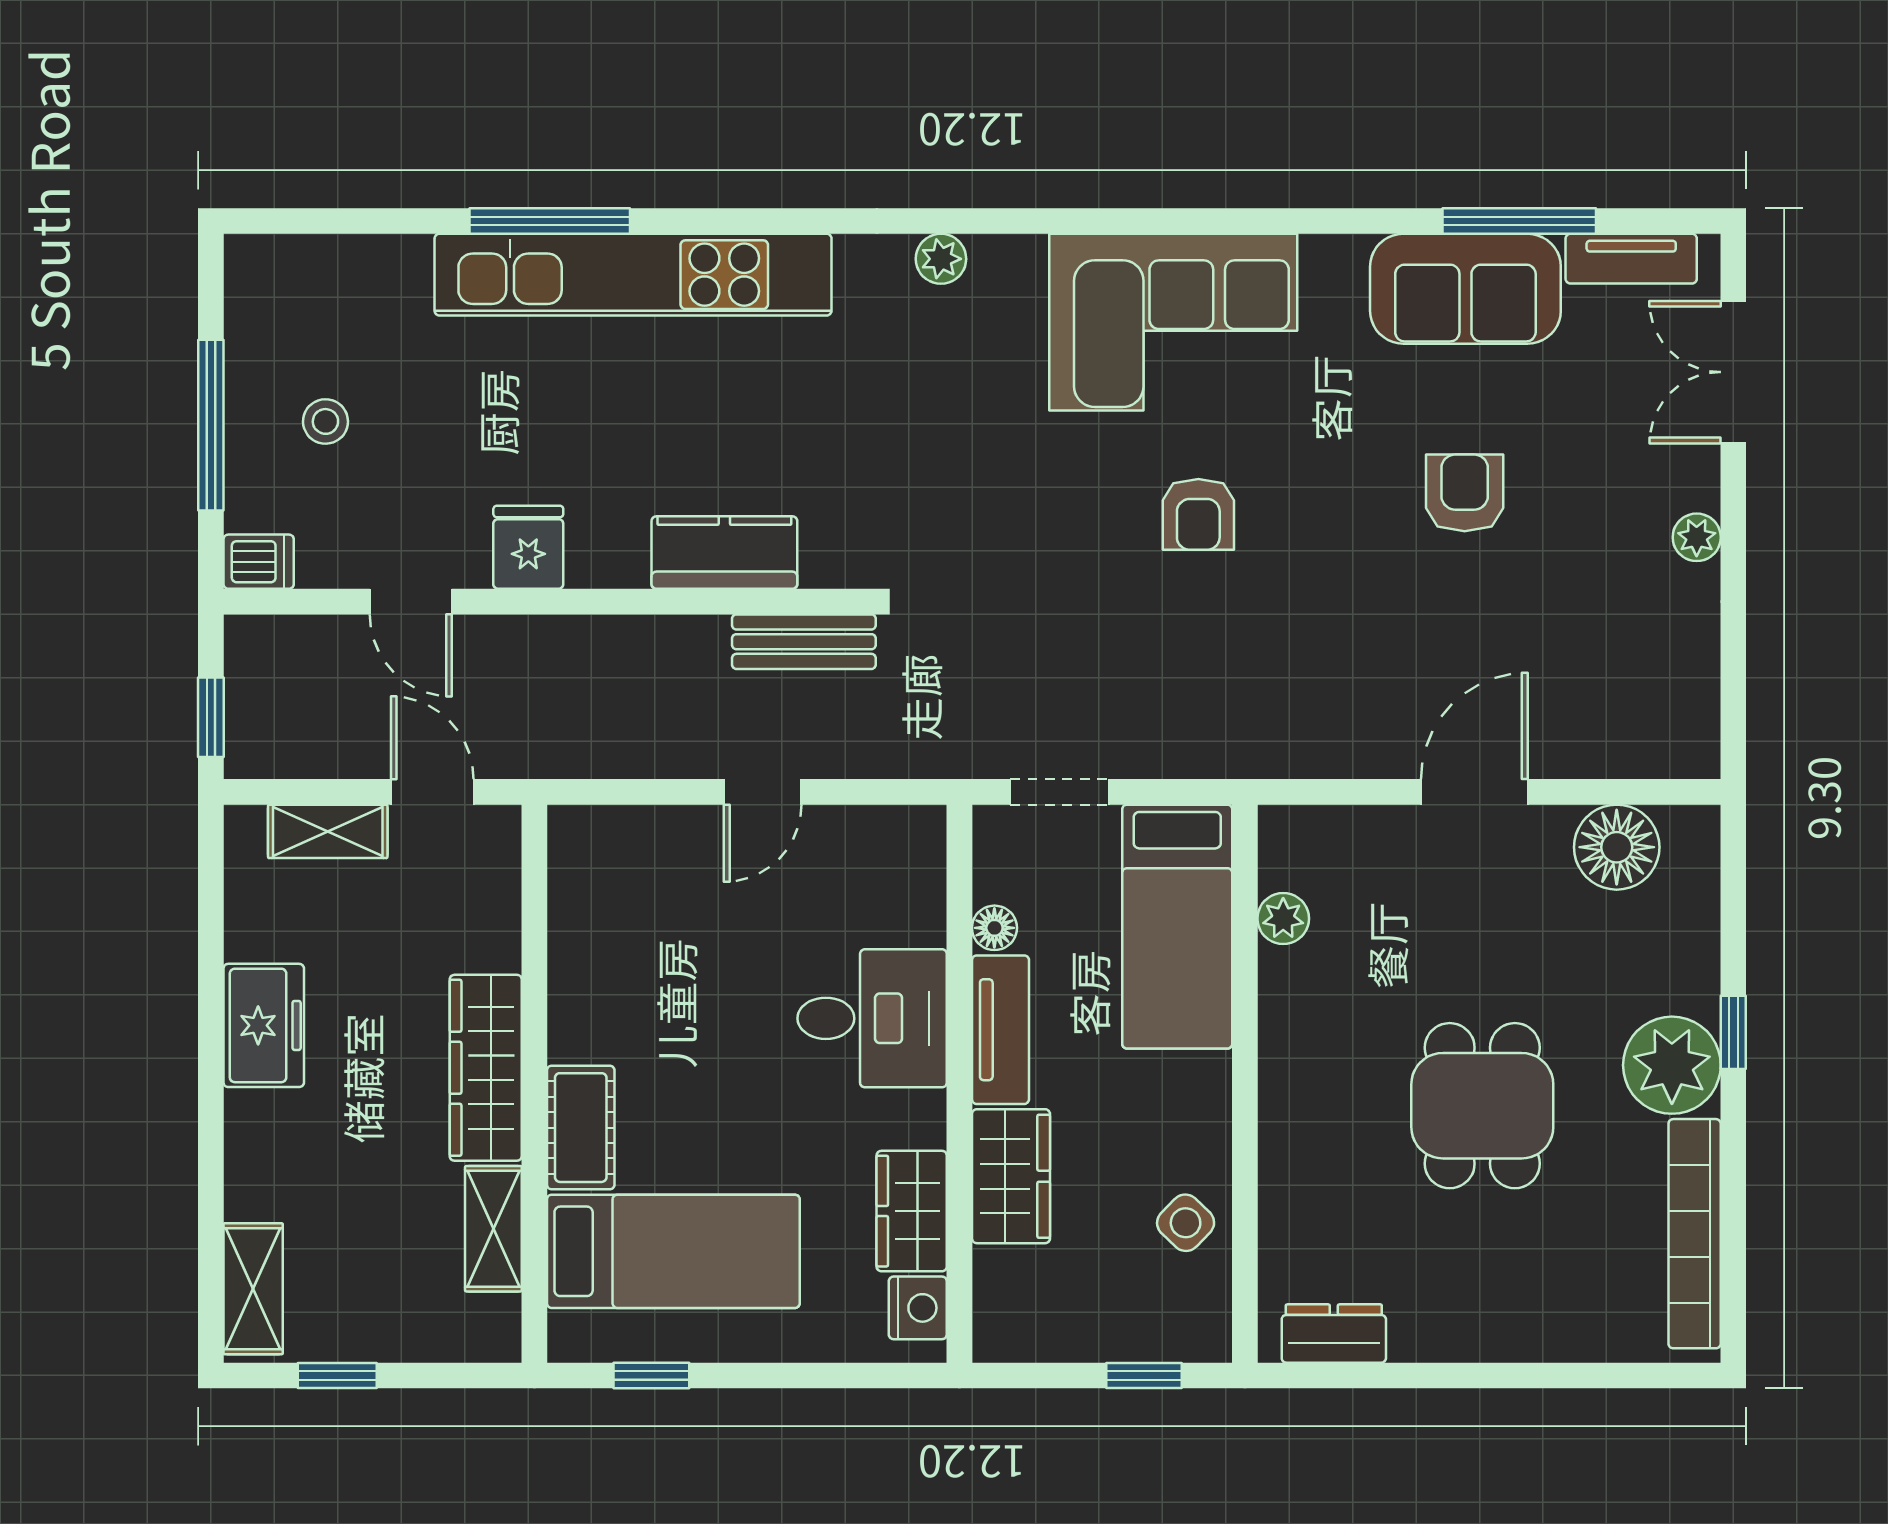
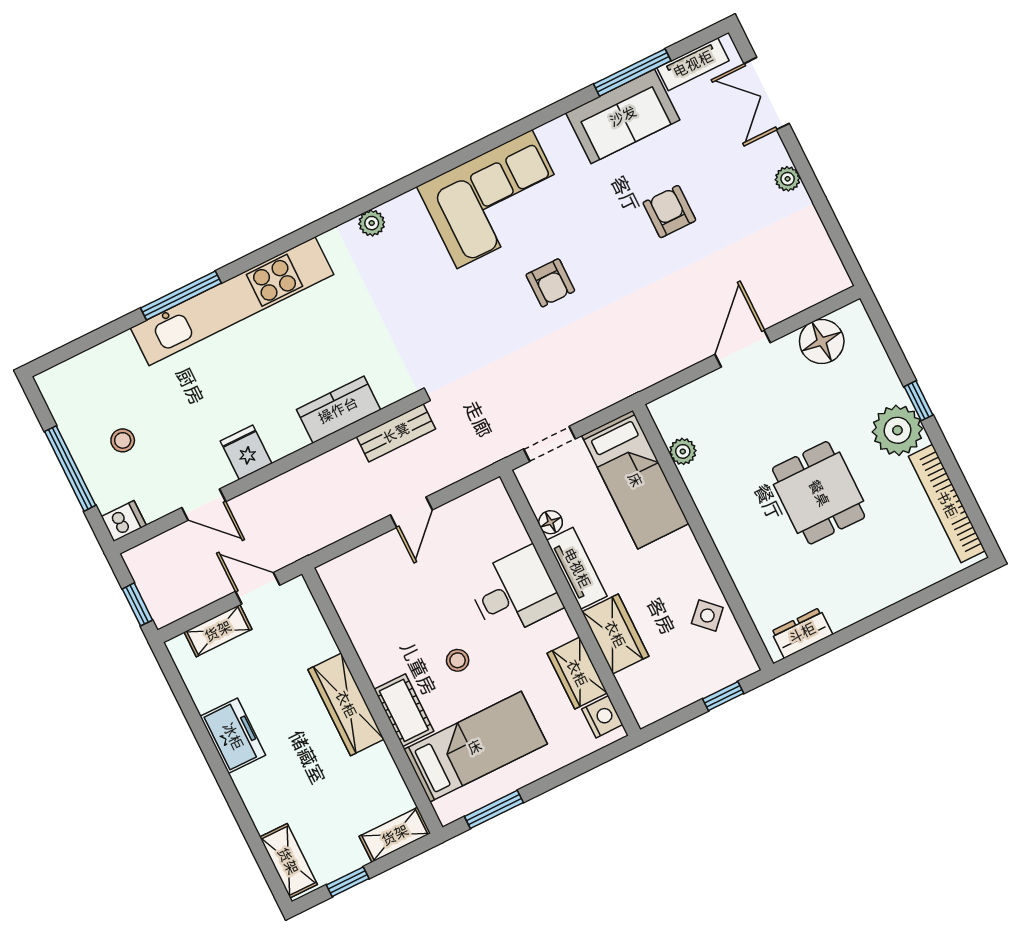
stool: (716, 1087) -> (458, 660), added
shelving: (493, 1229) -> (395, 835), moved, turned 90
window: (651, 1375) -> (494, 809), width x1.50

